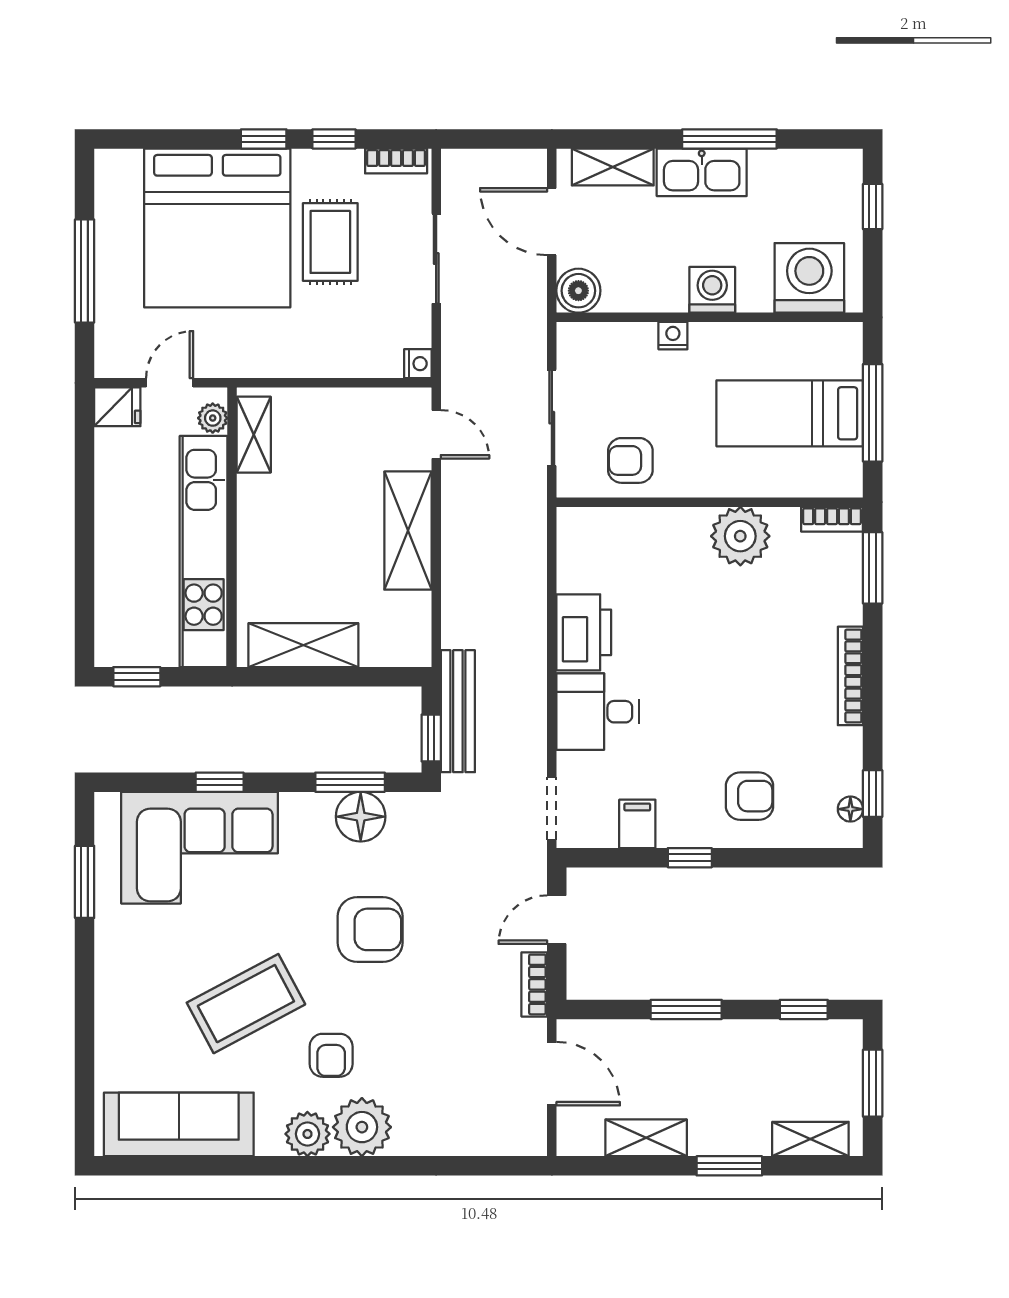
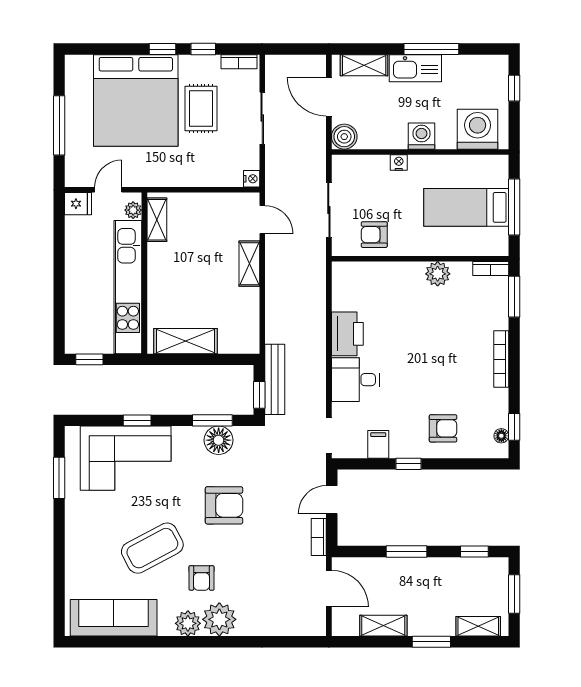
shelving: (408, 531) -> (249, 264), width x0.67, depth x0.75
plant: (740, 536) -> (438, 274), width x0.73, depth x0.73

